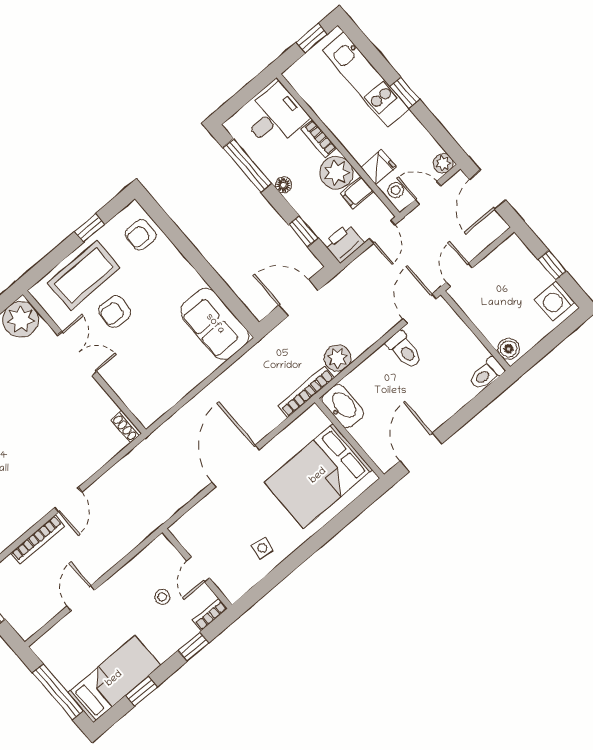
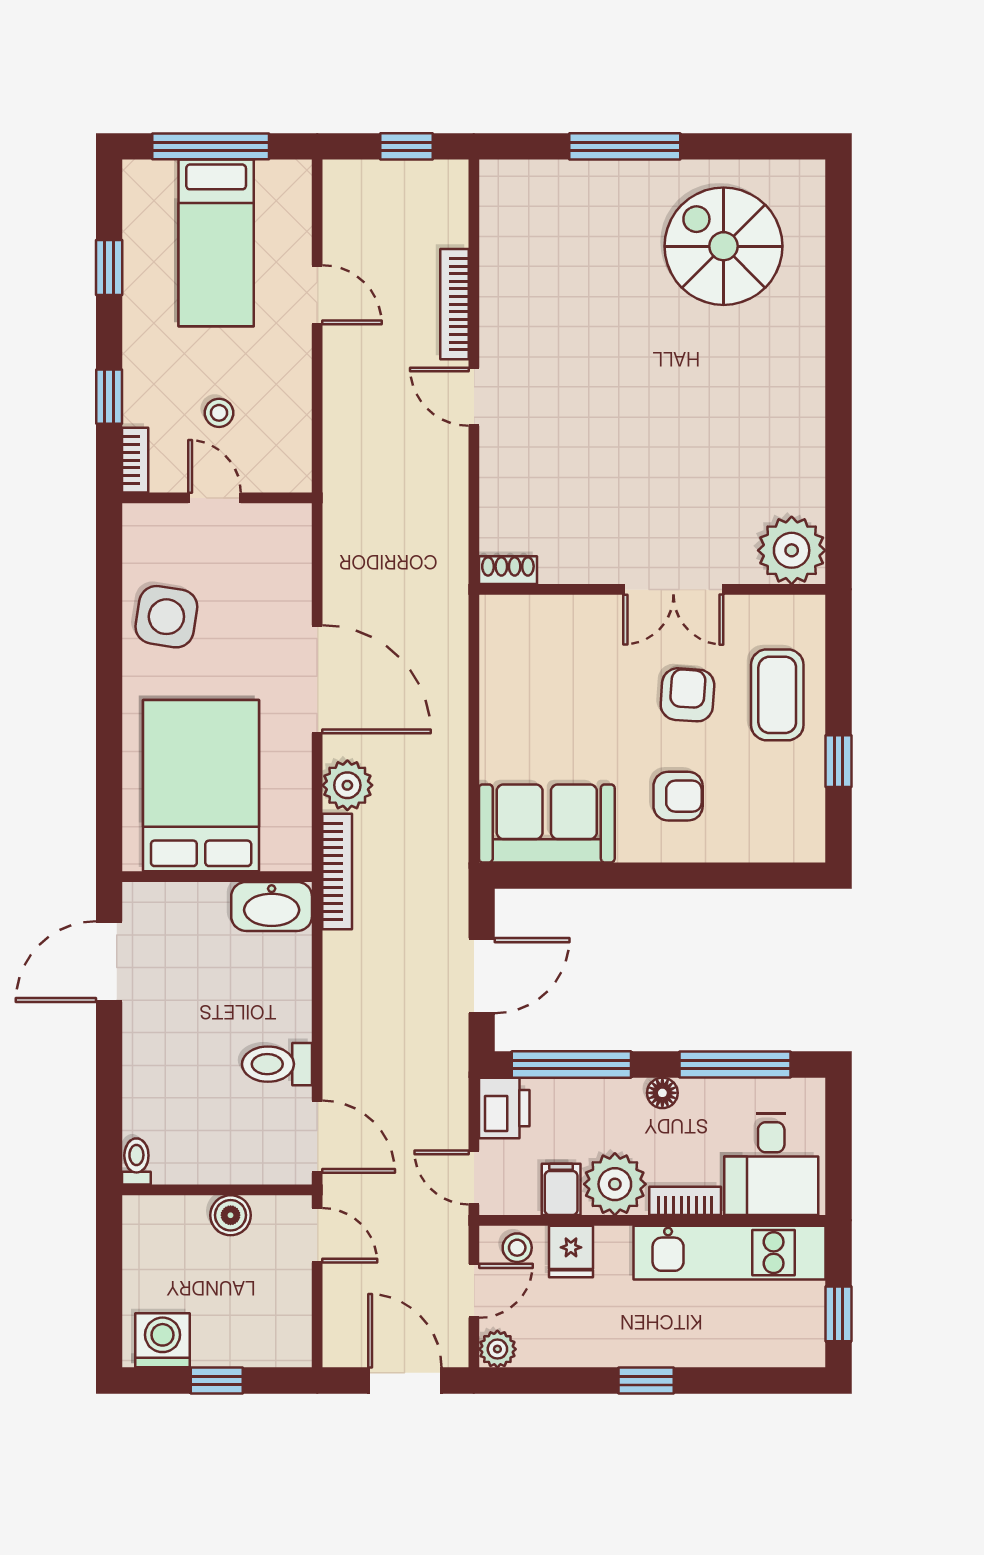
kitchen unit: (366, 80) -> (729, 1253), moved, turned 180
window: (303, 231) -> (571, 1065), width x2.17
armchair: (141, 235) -> (678, 796), moved, turned 90
coffee table: (84, 275) -> (777, 695), width x0.73, depth x0.76
boiler: (509, 349) -> (231, 1215), moved
plant: (337, 358) -> (347, 785), moved
toilet: (486, 374) -> (136, 1161), width x0.73, depth x0.72
door: (421, 453) -> (109, 962), swing flipped
side table: (262, 548) -> (166, 617), width x1.87, depth x1.87
bed: (114, 679) -> (216, 243), moved

